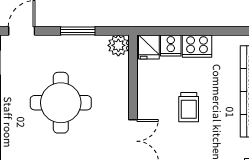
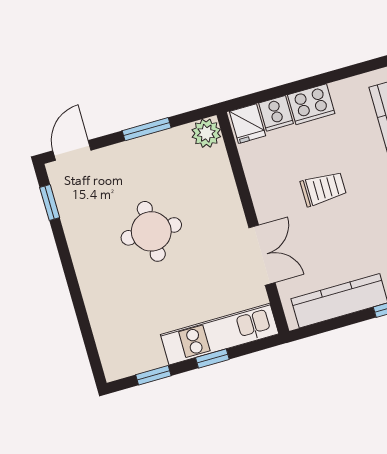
round table: (61, 103) -> (151, 231), width x0.73, depth x0.73
trolley: (189, 107) -> (323, 189), turned -90

